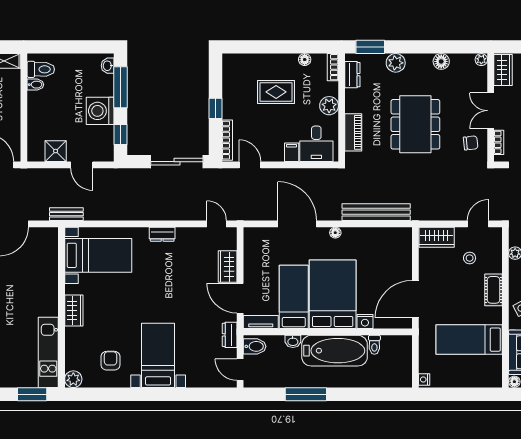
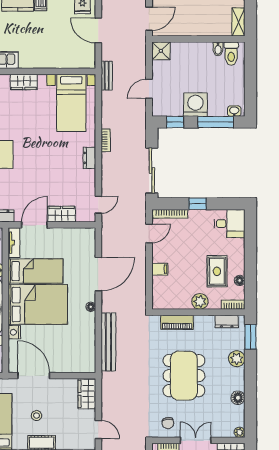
rug: (276, 92) -> (217, 271), moved
dining table: (415, 124) -> (184, 376), turned 90
desk: (316, 144) -> (229, 224), moved, turned 180
shower: (56, 151) -> (161, 51), moved
bookcase: (142, 215) -> (106, 140), added
stool: (470, 258) -> (37, 416), moved

